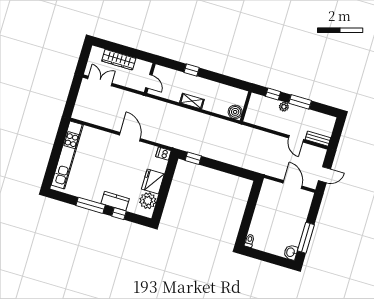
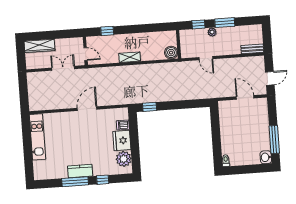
wardrobe: (119, 60) -> (40, 46), moved
window: (192, 70) -> (107, 31), moved
double door: (100, 81) -> (63, 68), moved
door: (130, 137) -> (87, 109), hinge flipped
door: (296, 139) -> (206, 58), moved
dishwasher: (163, 154) -> (123, 125), moved
kitchen unit: (67, 155) -> (37, 137), width x0.73
kitchen counter: (115, 201) -> (80, 171), moved

